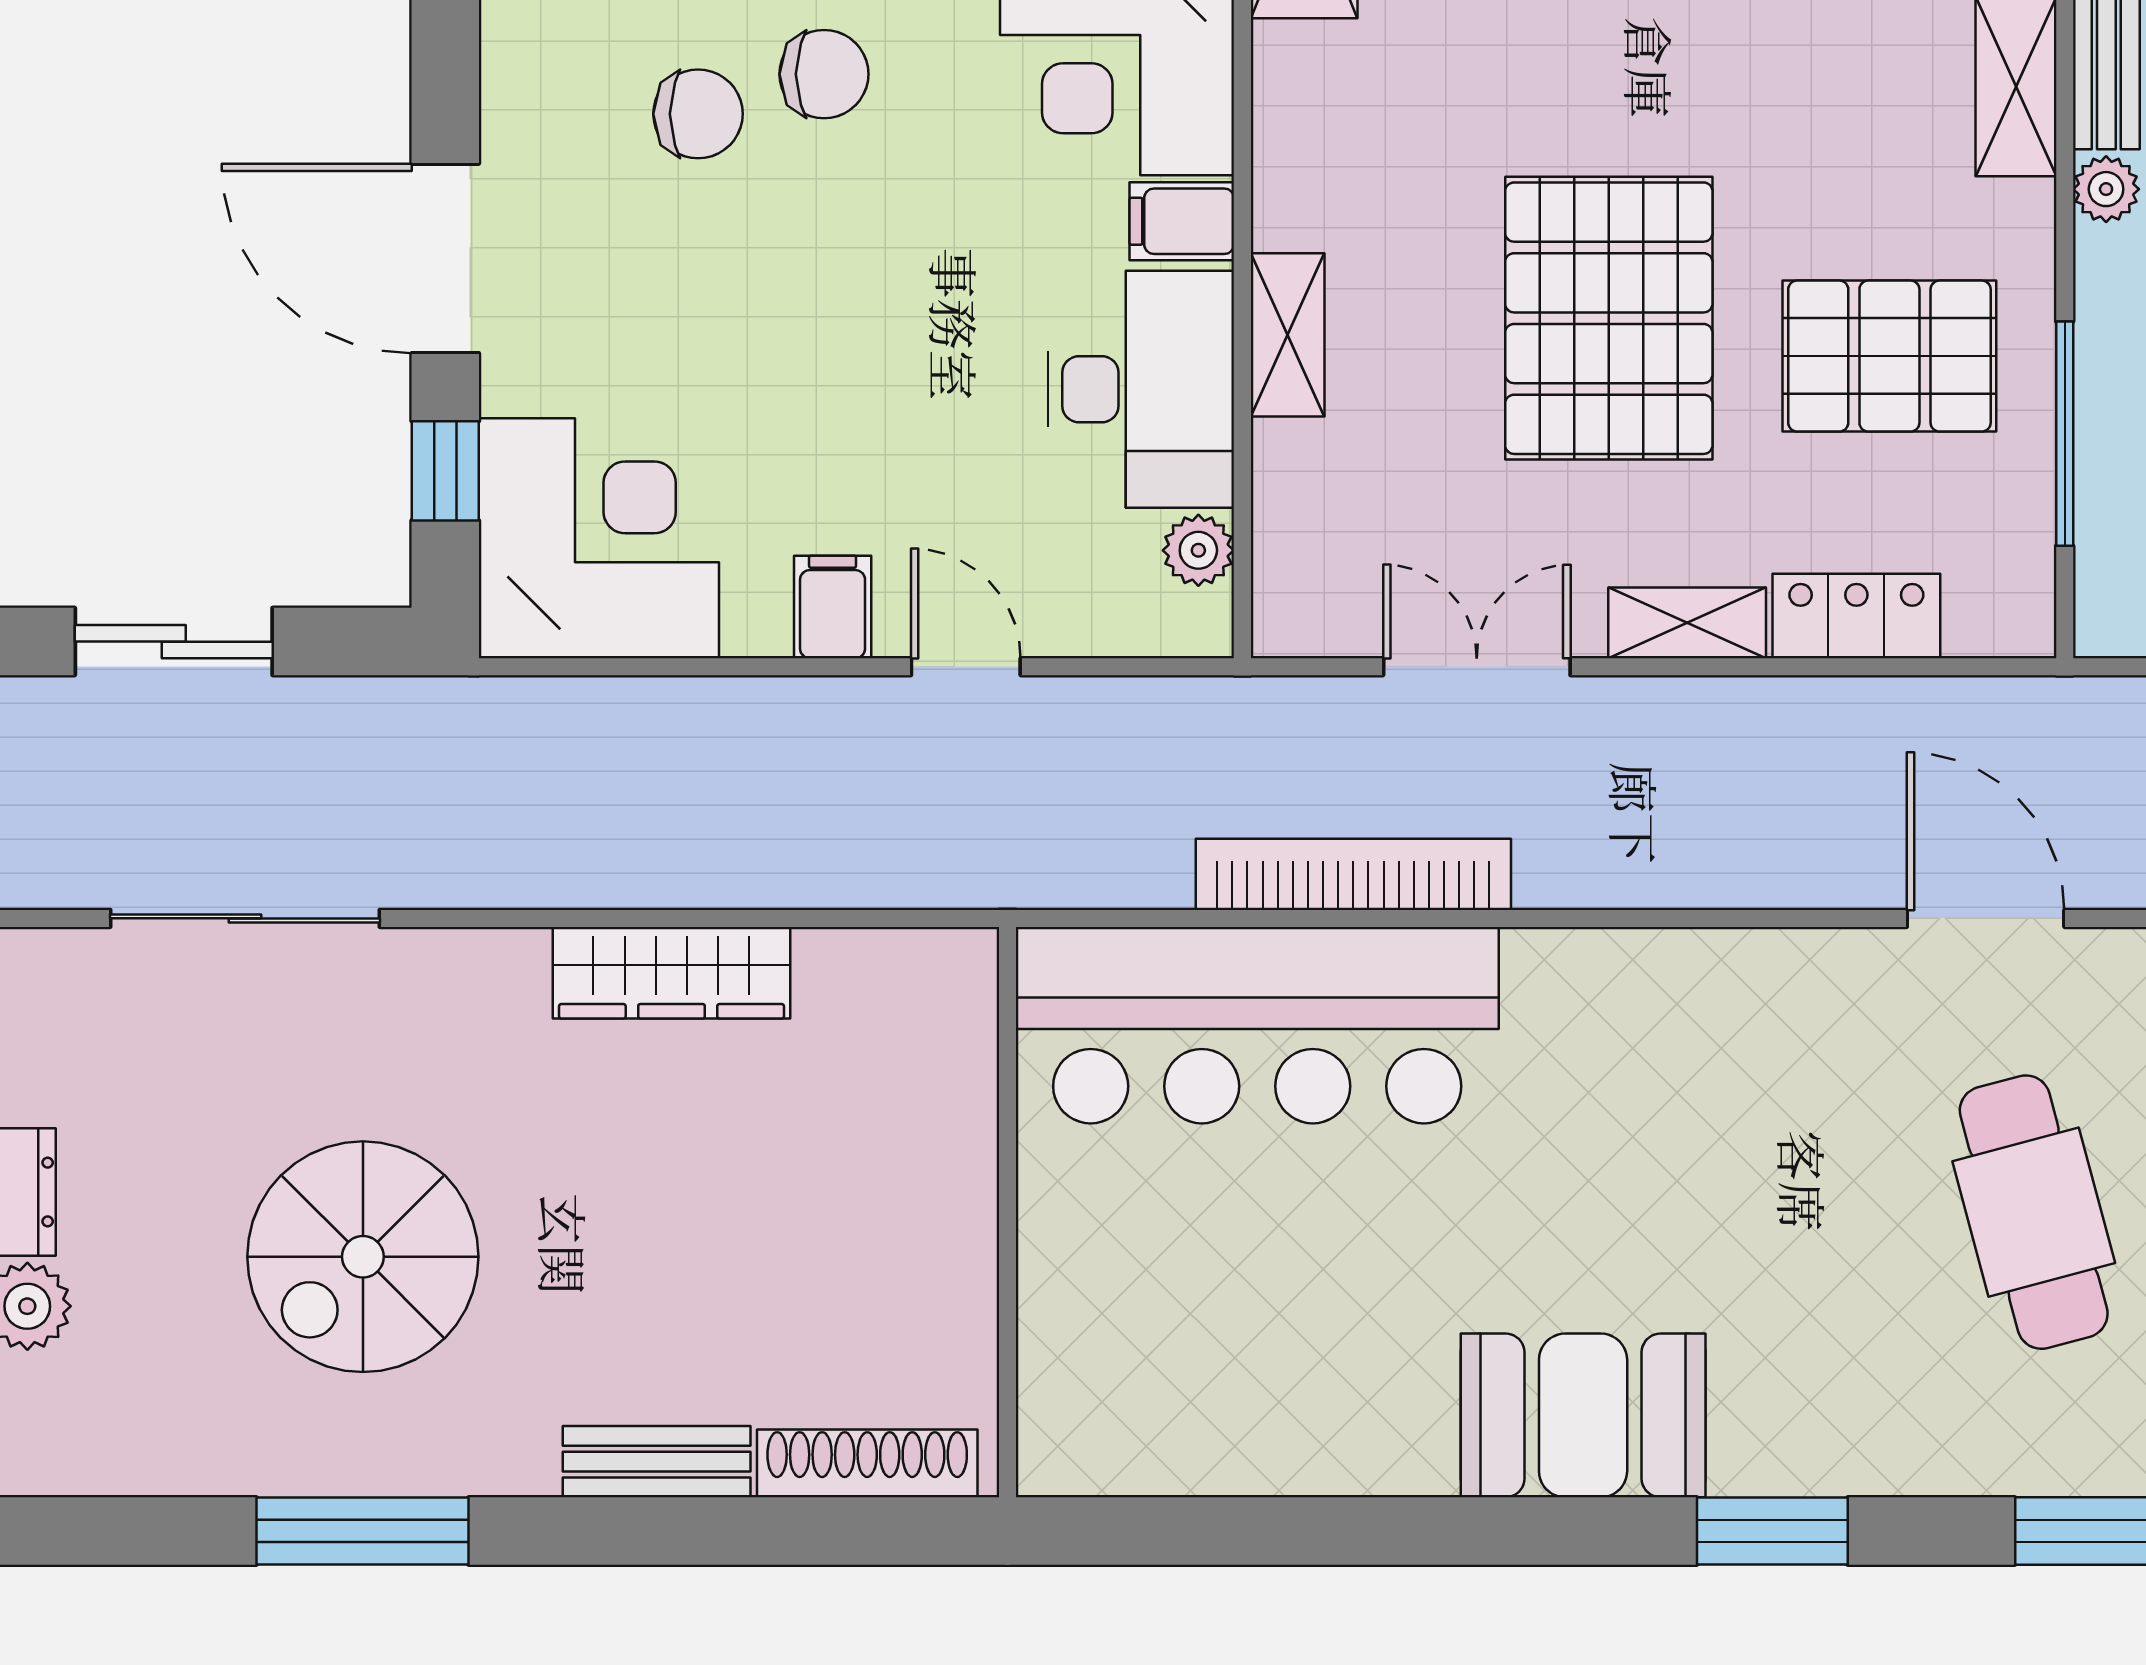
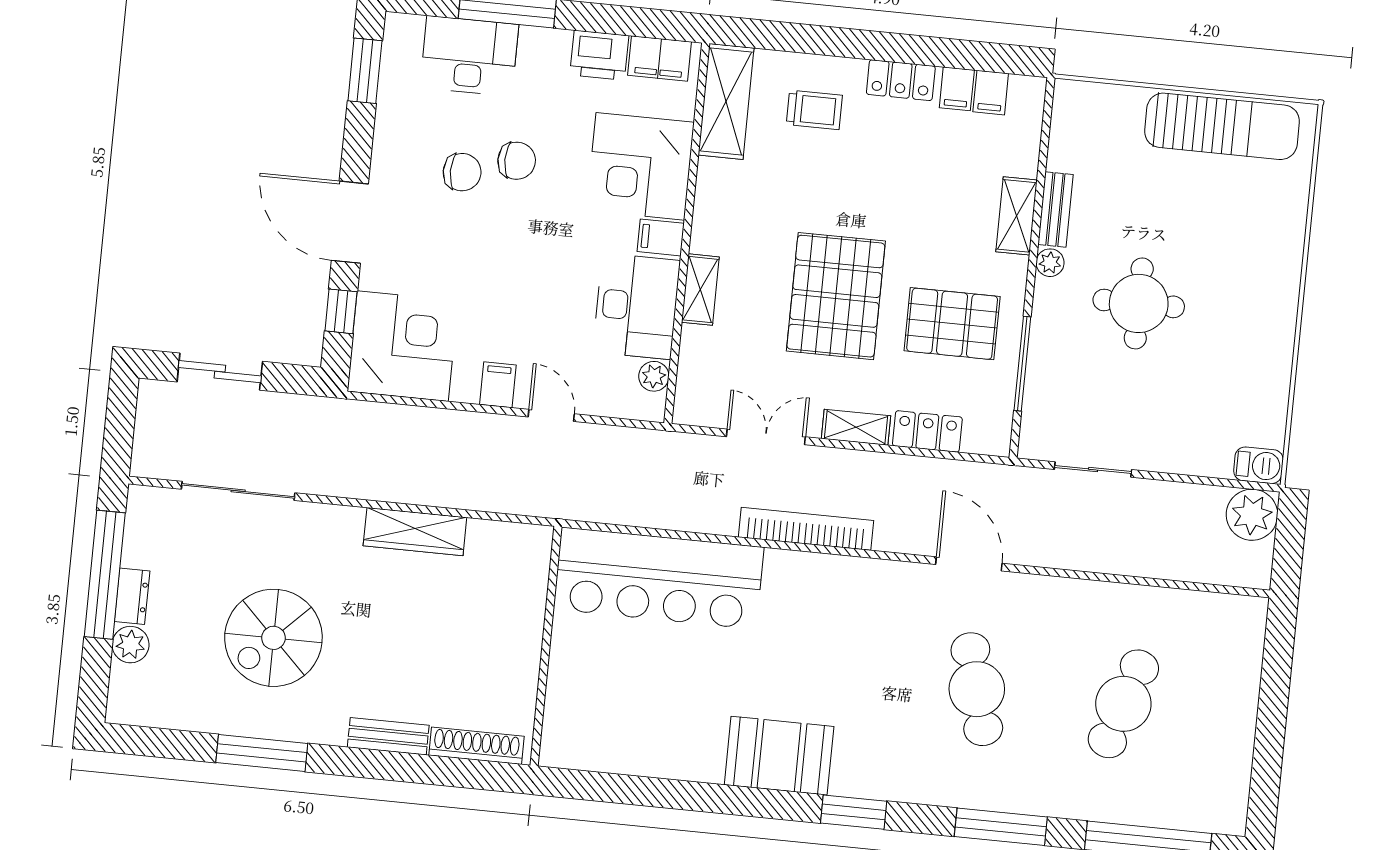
bookcase: (1353, 874) -> (806, 529), moved

